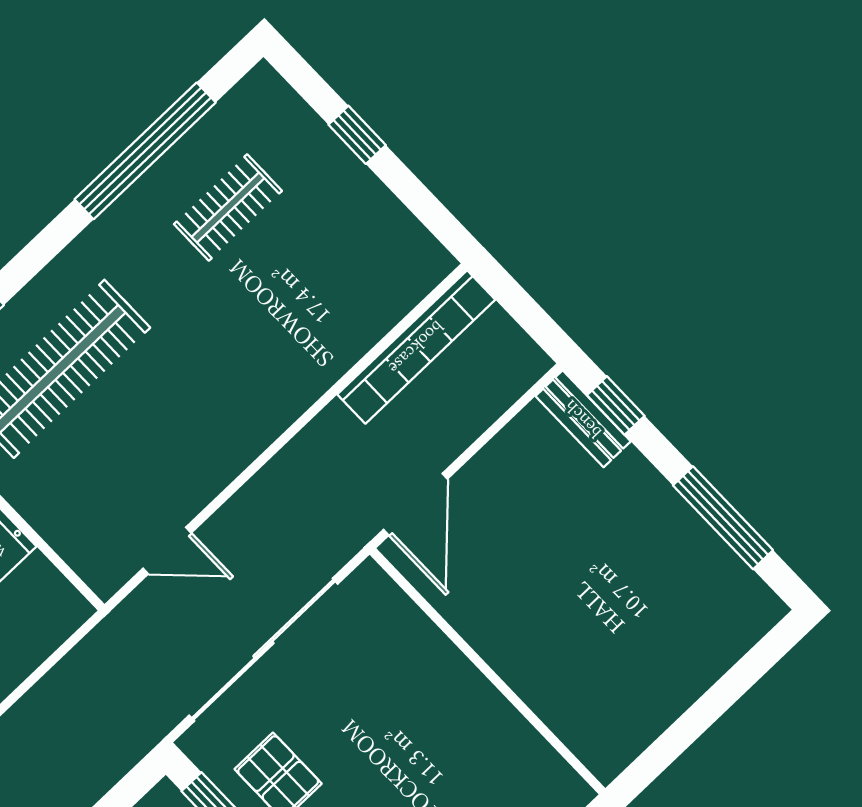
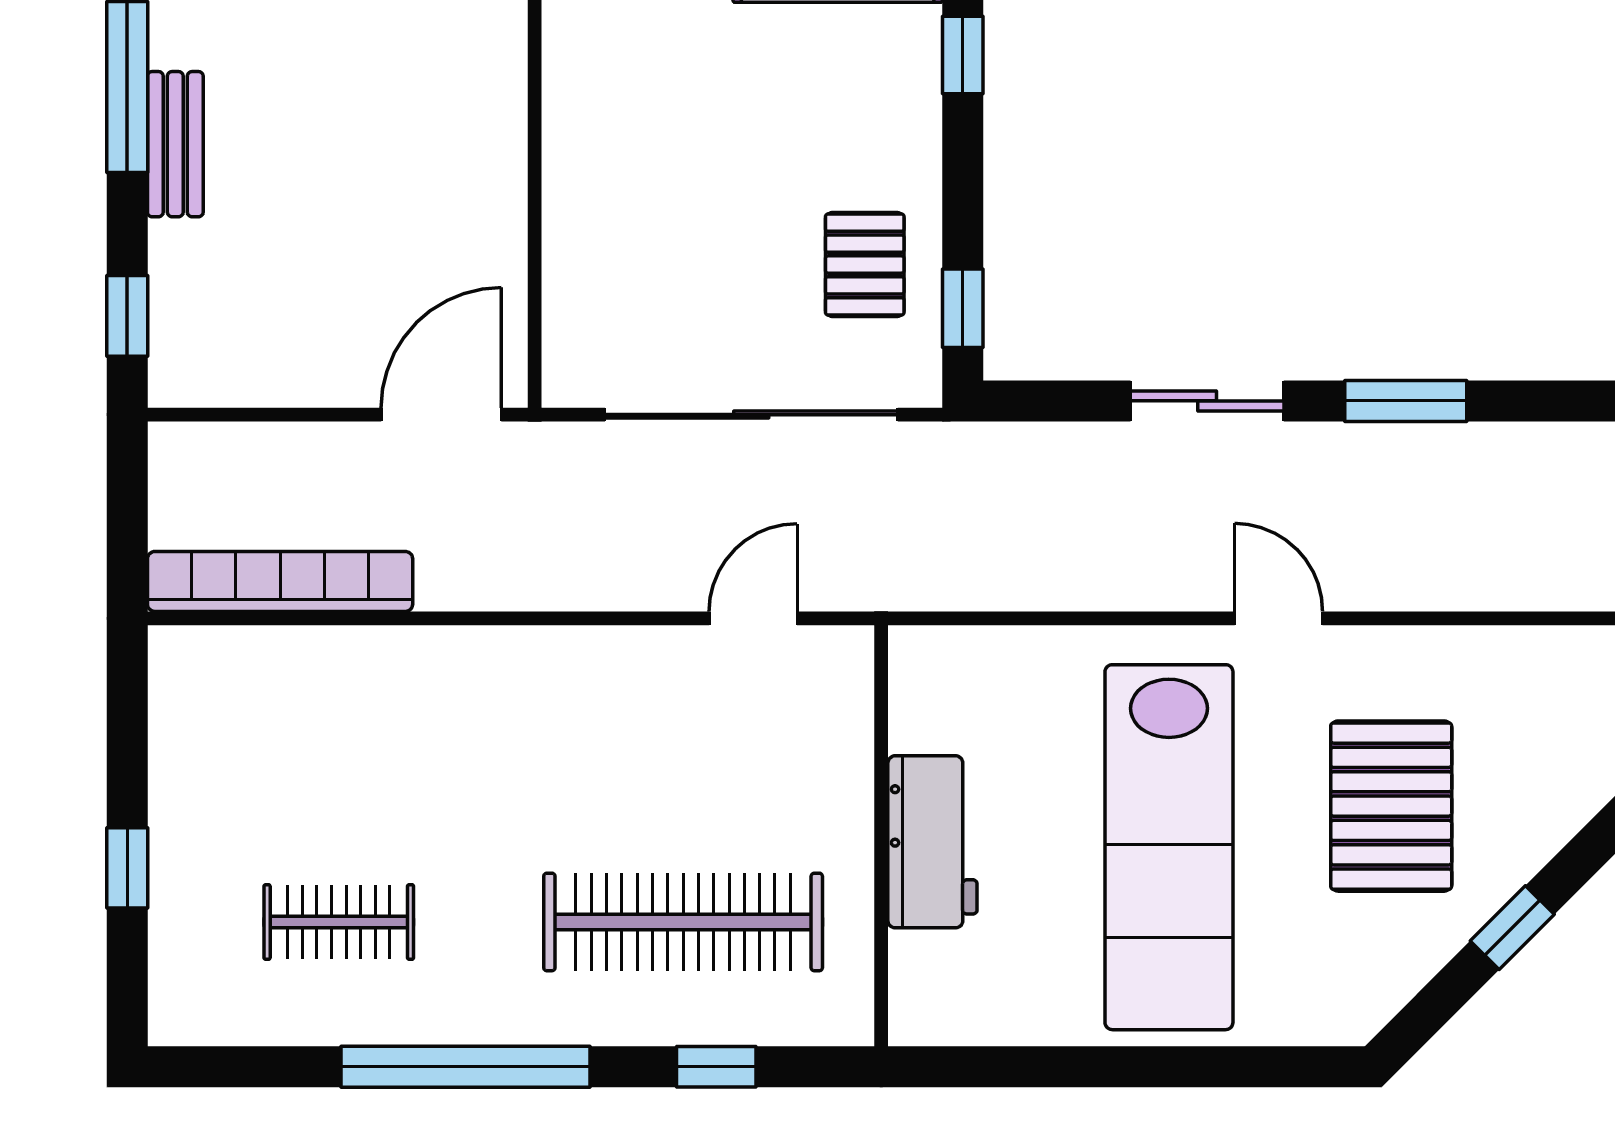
window: (145, 151) -> (465, 1067), moved
bench: (583, 419) -> (175, 144), moved
door: (167, 551) -> (753, 618), hinge flipped

